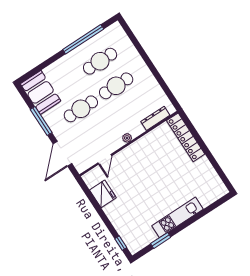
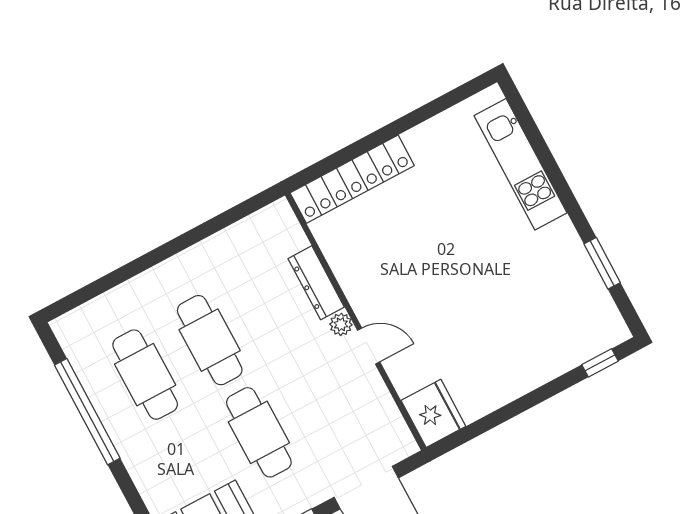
dresser: (155, 118) -> (316, 283), moved
door: (105, 159) -> (369, 346), moved
fridge: (103, 194) -> (433, 413), moved, turned 90
kitchen unit: (177, 217) -> (521, 164), moved

